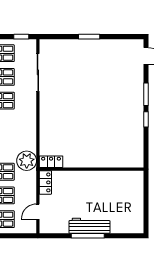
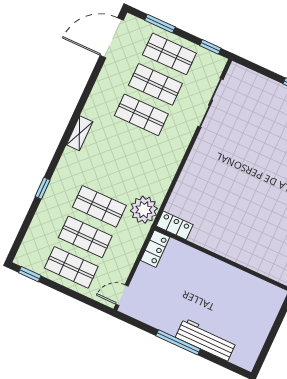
door: (38, 212) -> (122, 295), moved
workbench: (89, 226) -> (206, 339), moved

